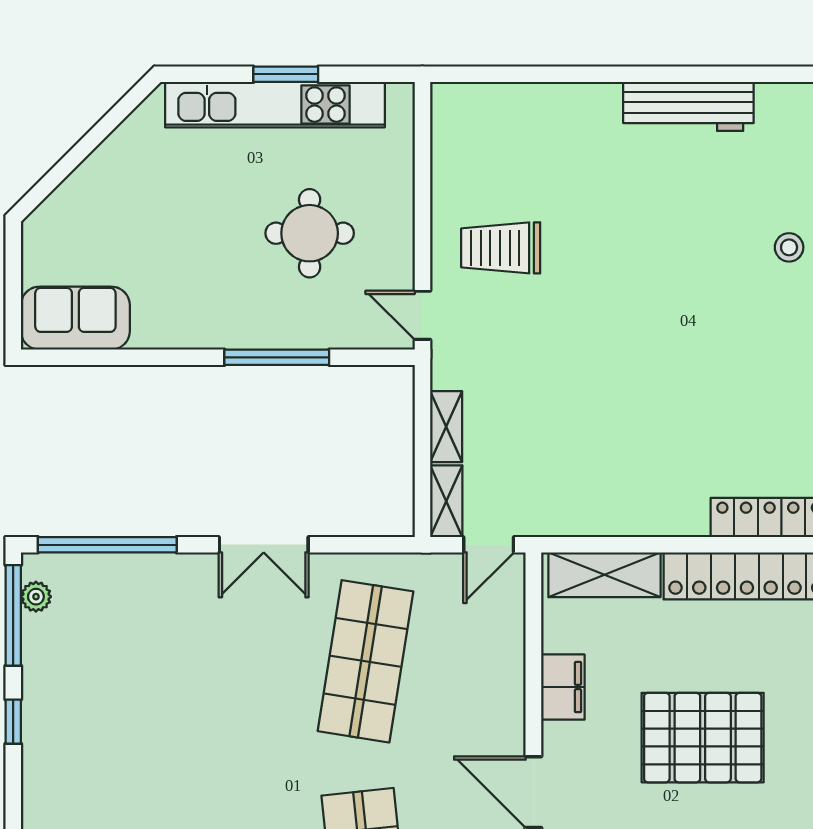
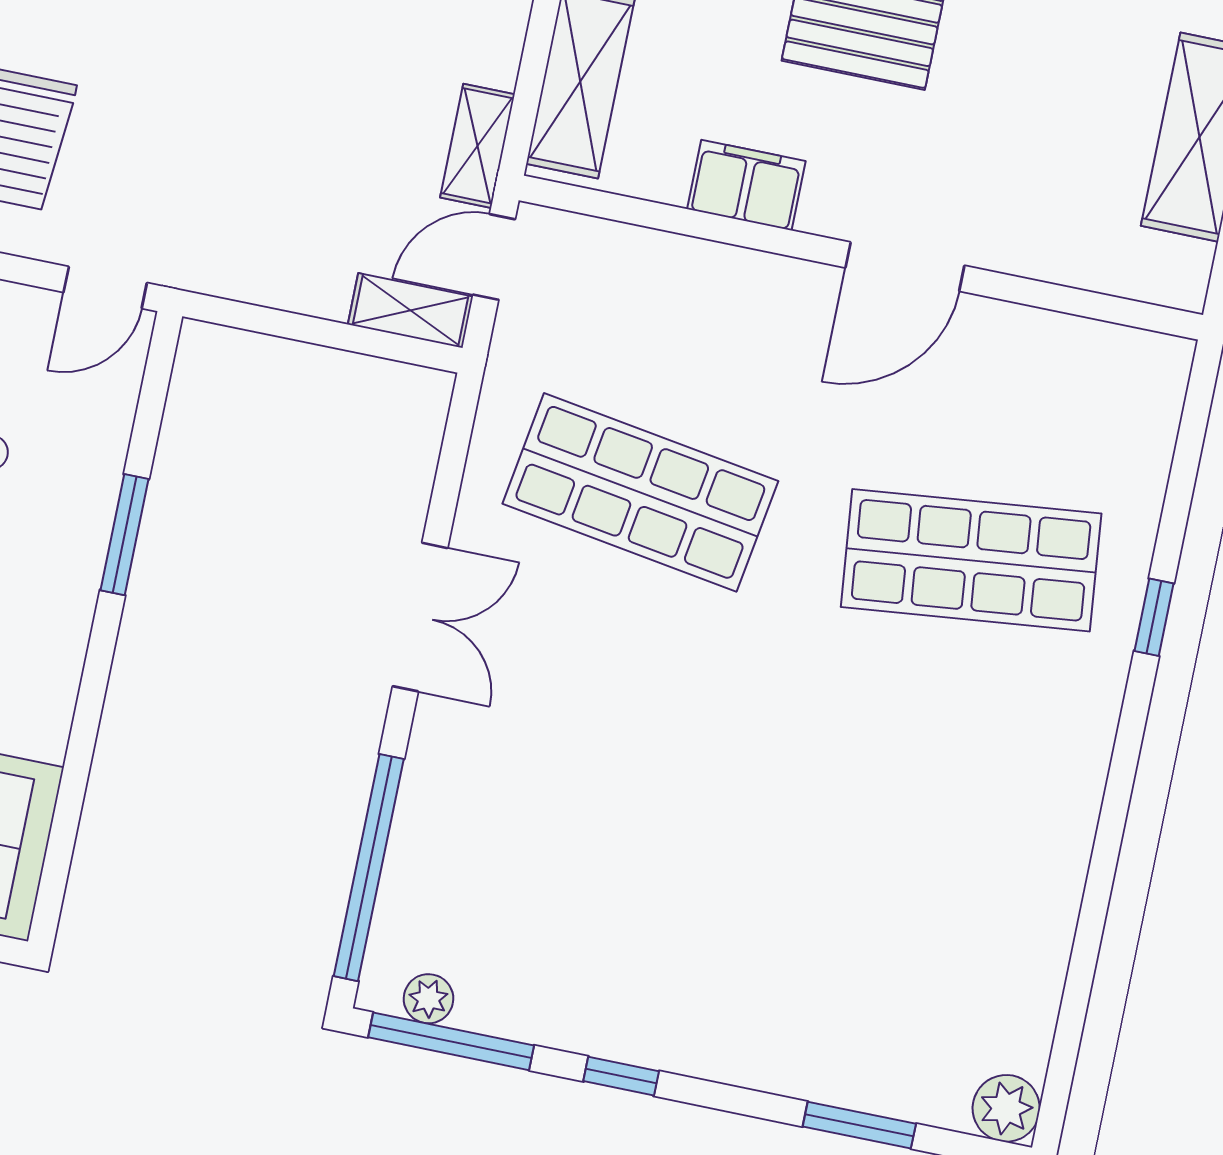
window: (277, 357) -> (124, 535), width x0.69
shelving: (446, 427) -> (477, 146), moved, turned 90
door: (489, 545) -> (494, 257), swing flipped

